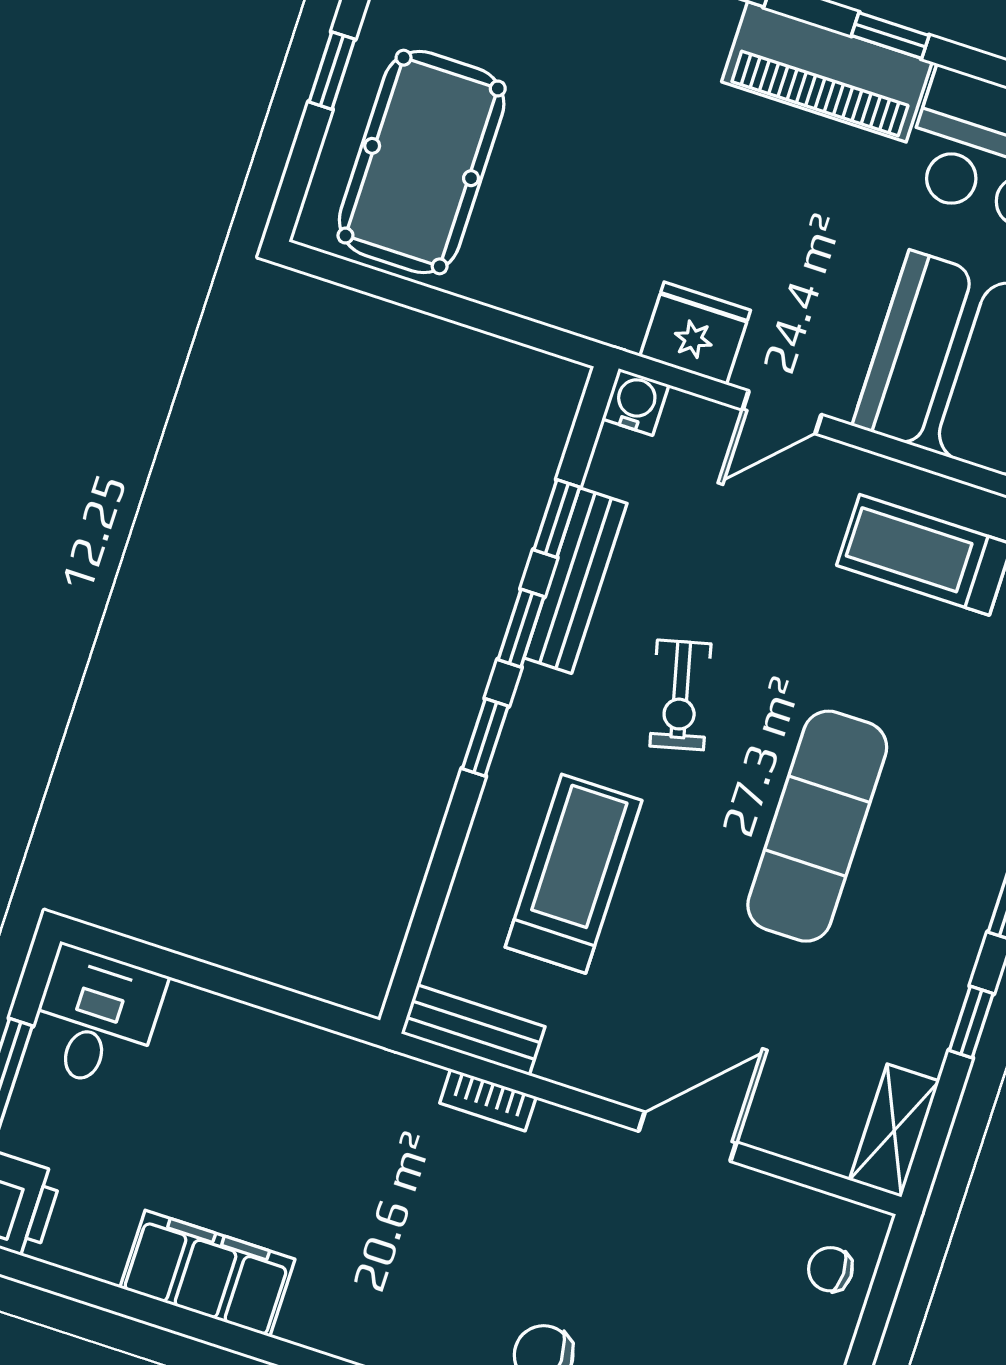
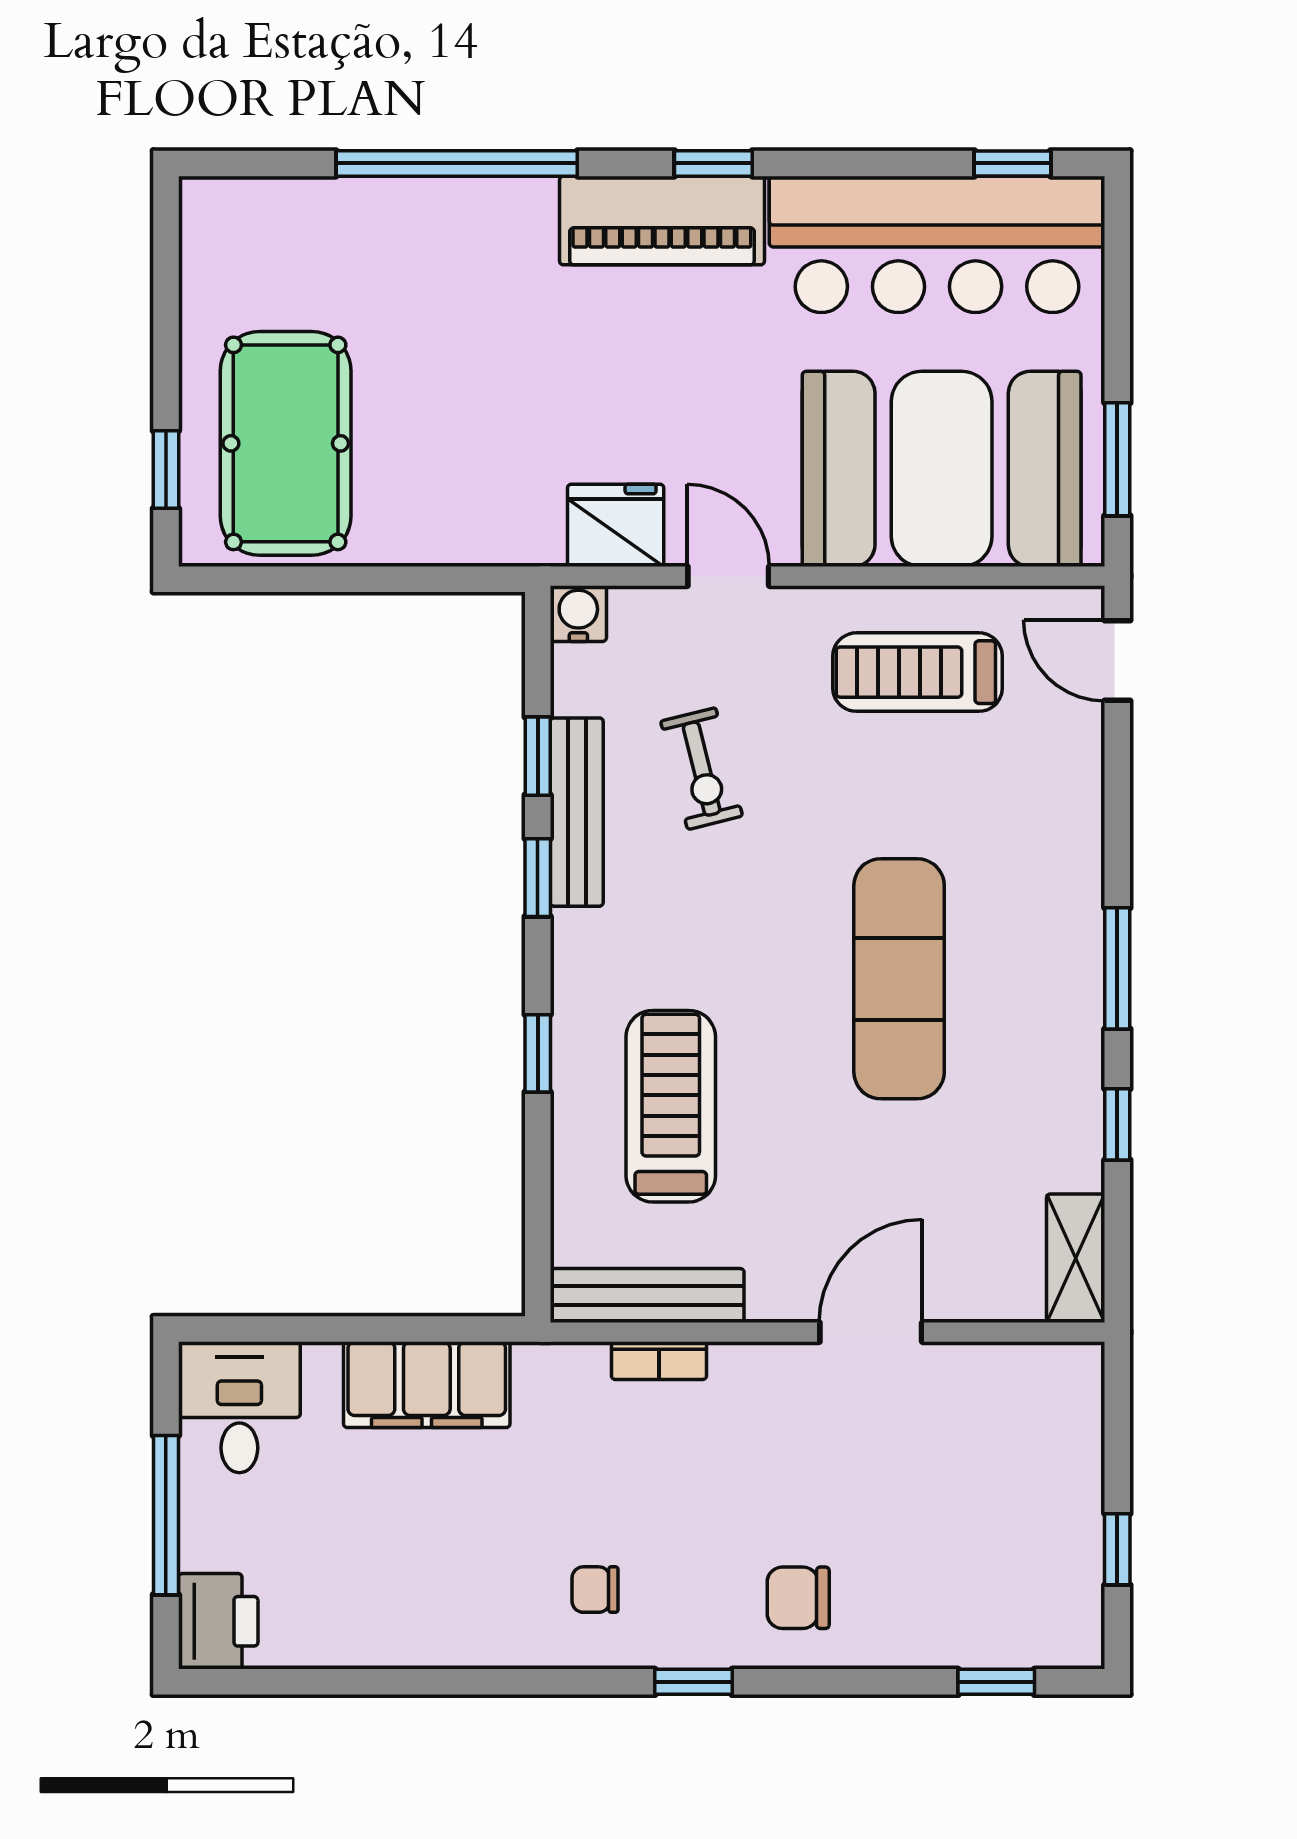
window: (332, 71) -> (166, 470), moved
door: (782, 412) -> (728, 576), swing flipped
exercise bike: (680, 695) -> (702, 769), moved
window: (485, 737) -> (538, 1053), moved
bench: (473, 1030) -> (647, 1296), width x1.36
chair: (830, 1269) -> (595, 1590), moved
filing cabinet: (207, 1273) -> (427, 1385), moved, turned 180

